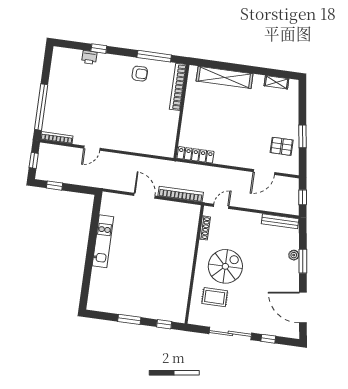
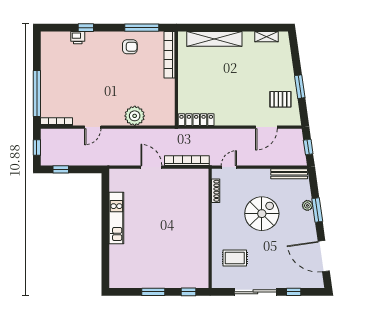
plant: (135, 143) -> (135, 116), added
spiral stairs: (225, 266) -> (262, 214), moved

